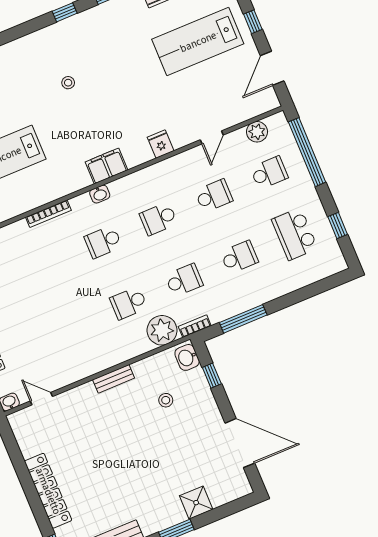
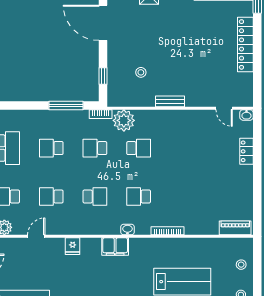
school desk: (103, 242) -> (139, 196), turned 180
washbasin: (187, 357) -> (115, 95), removed

